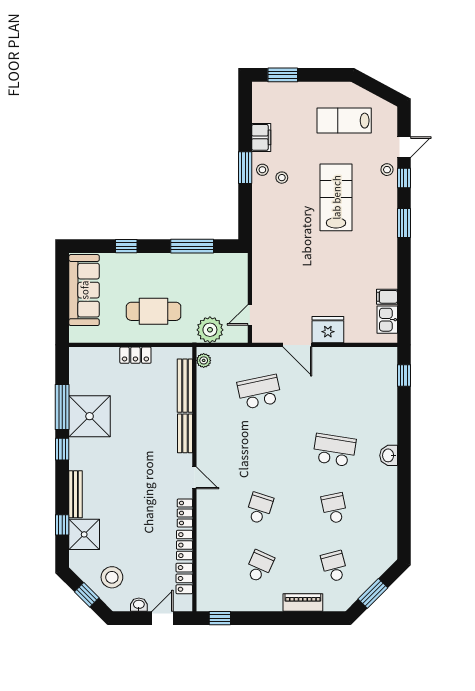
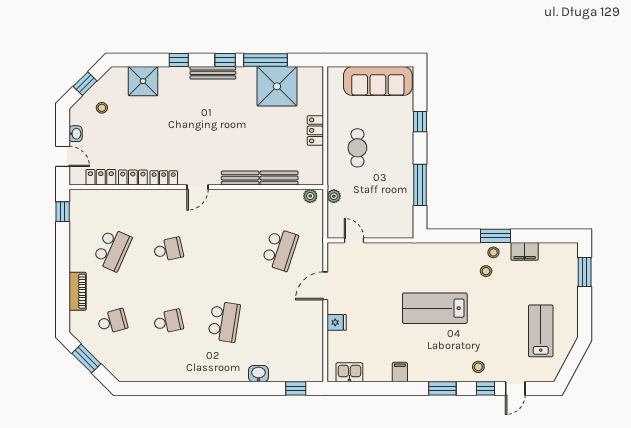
door: (404, 147) -> (515, 388), hinge flipped
stool: (387, 170) -> (478, 367), moved
lab bench: (336, 197) -> (435, 308), moved, turned 180
filing cabinet: (387, 297) -> (400, 372), moved
cafe table: (154, 311) -> (357, 148), width x0.73, depth x0.74
plant: (210, 330) -> (334, 196), width x0.53, depth x0.53
fridge: (328, 330) -> (337, 322), width x0.53, depth x0.75
bench: (185, 386) -> (279, 178), width x0.73
school desk: (259, 392) -> (280, 250), turned 30
shower: (90, 416) -> (277, 86), moved
washbasin: (389, 455) -> (258, 374), moved
bench: (76, 494) -> (213, 73), moved
school desk: (259, 508) -> (168, 250), turned -30
window: (62, 525) -> (179, 60), moved
school desk: (259, 566) -> (112, 250), width x1.85
stool: (112, 577) -> (102, 108), width x0.53, depth x0.53

